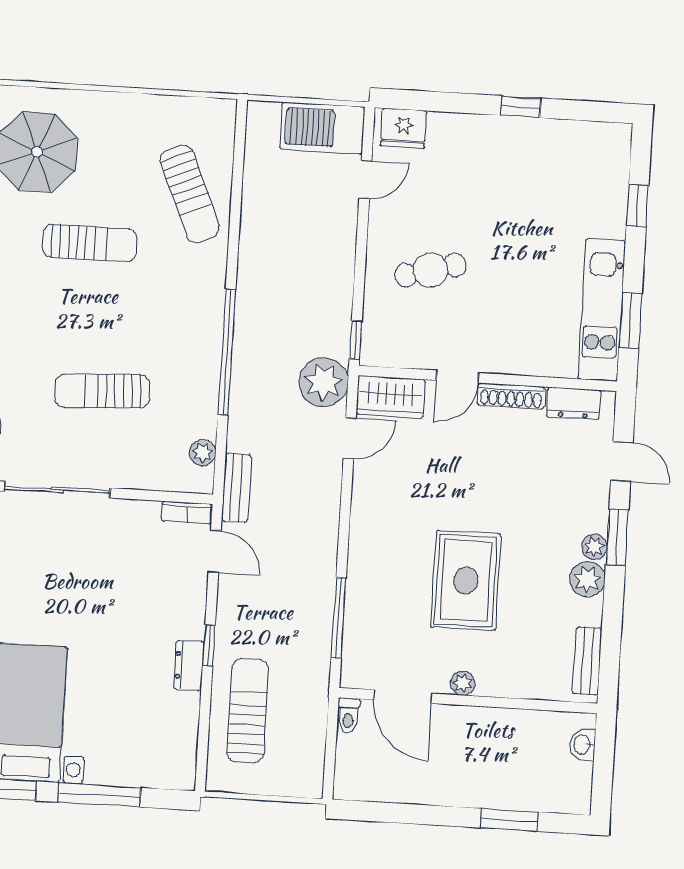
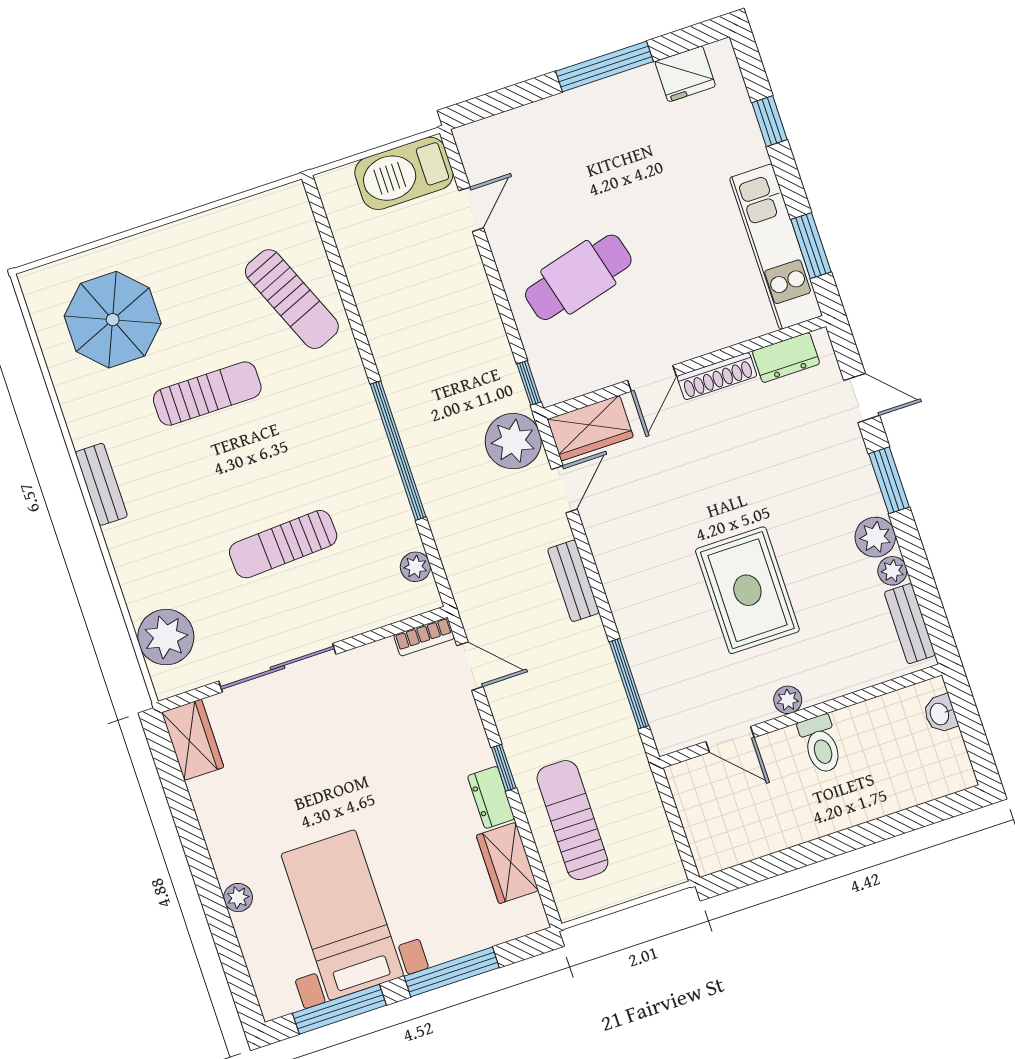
window: (521, 107) -> (604, 66), width x2.17
fridge: (403, 128) -> (685, 74), moved
cafe table: (430, 270) -> (578, 277), width x1.37, depth x1.35
bench: (236, 488) -> (573, 581), moved
plant: (594, 547) -> (892, 571), moved
door: (403, 697) -> (730, 739), width x0.73
toilet: (348, 716) -> (821, 744), moved, width x1.37, depth x1.39
wardrobe: (181, 724) -> (507, 863), added
window: (509, 820) -> (895, 824), removed

